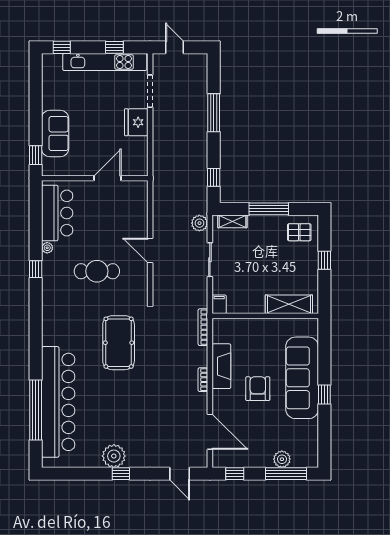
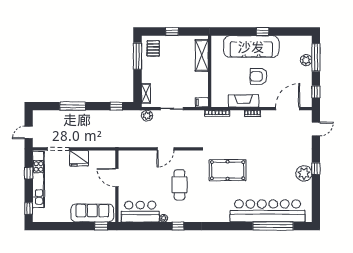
sofa: (55, 134) -> (92, 213), width x1.36
window: (269, 209) -> (137, 56), moved

